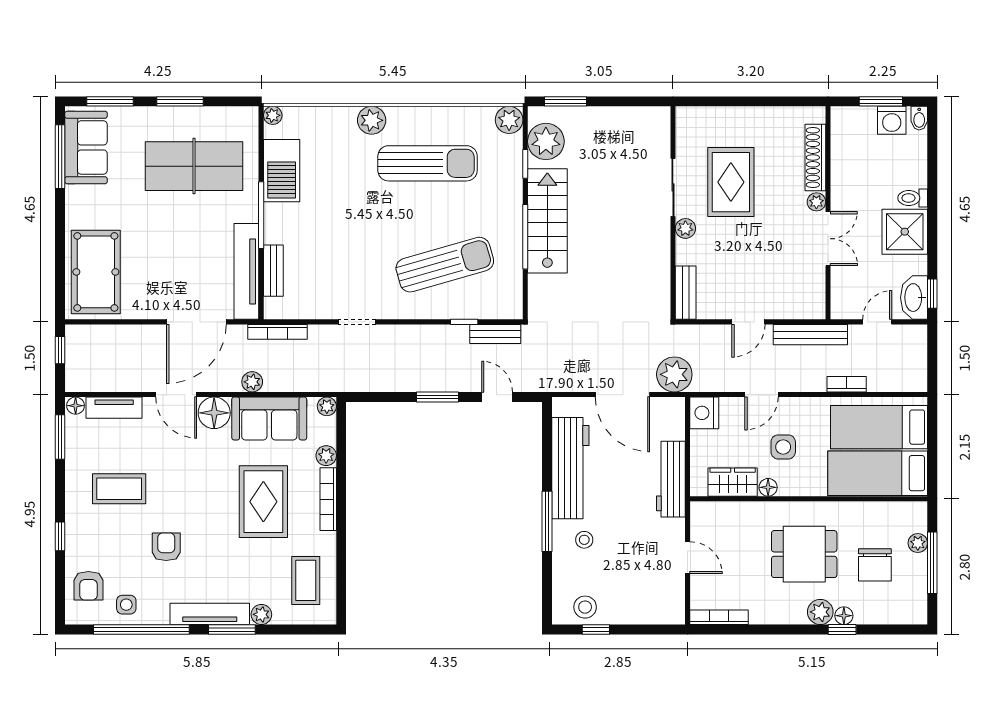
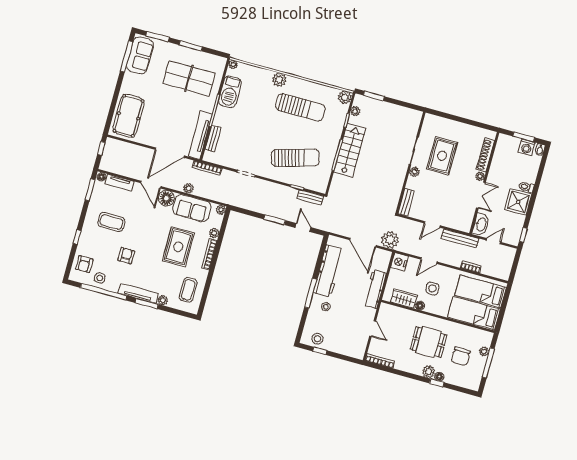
plant: (546, 141) -> (355, 111), width x0.53, depth x0.53
washbasin: (914, 298) -> (481, 224), moved, turned 180

